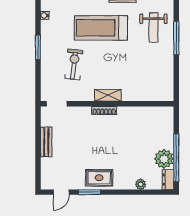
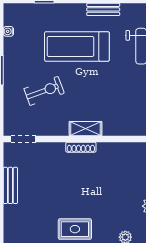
exercise bike: (74, 64) -> (44, 91), turned 64

